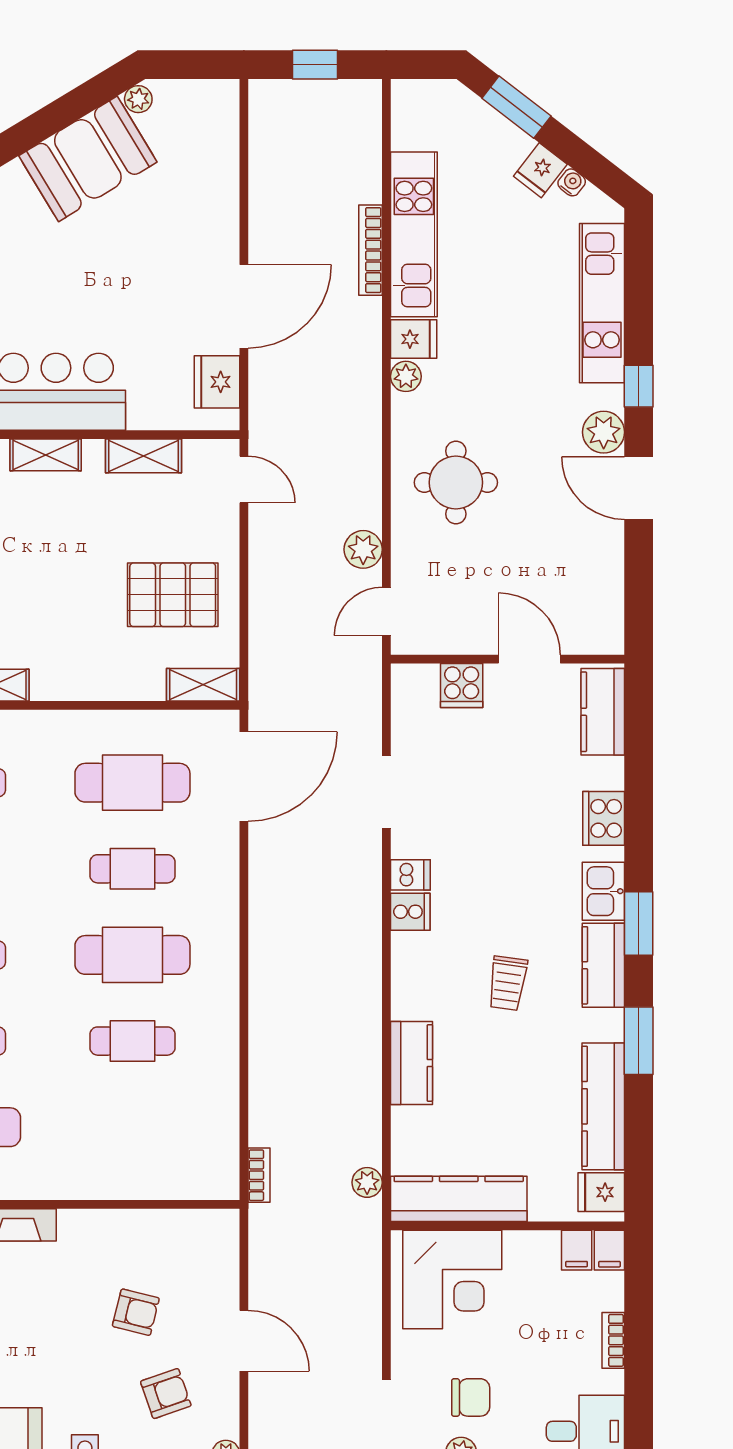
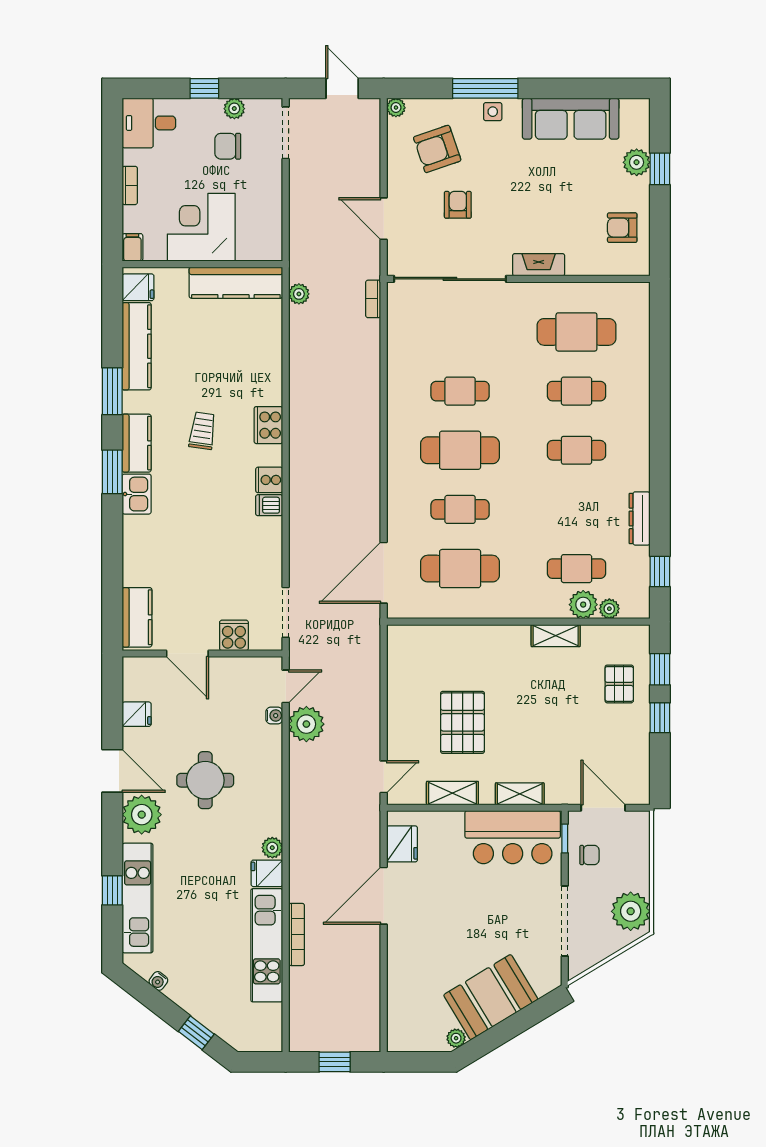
window: (516, 107) -> (196, 1033), width x0.67
fridge: (540, 170) -> (137, 714), moved, turned 52
window: (639, 386) -> (112, 890), moved
plant: (604, 432) -> (142, 815), width x1.36, depth x1.36
door: (244, 480) -> (384, 777), swing flipped
round table: (456, 482) -> (205, 780), moved
plant: (363, 549) -> (306, 724), width x1.36, depth x1.36
water cooler: (403, 569) -> (274, 716), added
pallet: (173, 595) -> (463, 722), moved, turned 90
shelving: (203, 685) -> (412, 636), removed
doorway: (386, 792) -> (286, 612), moved
cooker: (604, 818) -> (268, 425), moved, turned 180
kitchen counter: (411, 1063) -> (268, 376), removed
sliding door: (147, 1204) -> (450, 279), added
filing cabinet: (577, 1250) -> (155, 247), removed
corner desk: (452, 1279) -> (201, 227), moved
armchair: (136, 1312) -> (458, 205), turned 76
door: (244, 1341) -> (384, 219), moved
armchair: (166, 1394) -> (437, 149), width x1.38, depth x1.38

